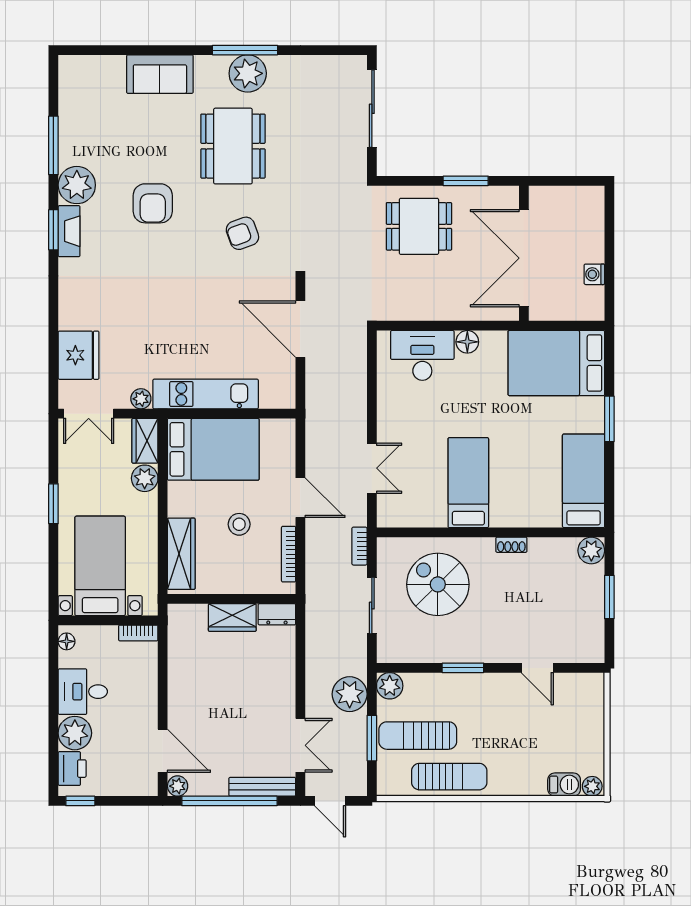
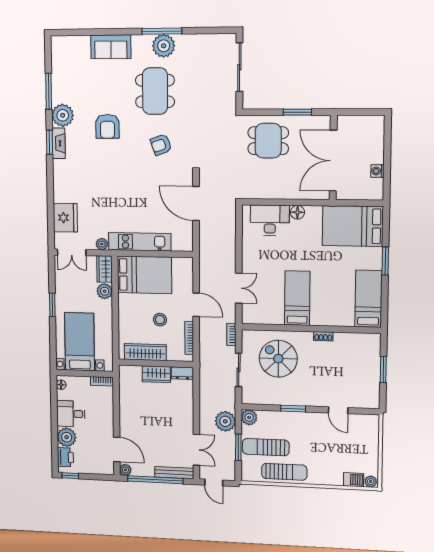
plant: (591, 551) -> (373, 341), removed
wardrobe: (181, 554) -> (145, 352), moved, turned -90

